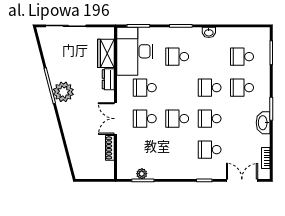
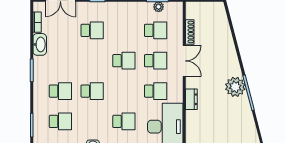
wardrobe: (106, 53) -> (194, 125), removed
school desk: (210, 119) -> (156, 30), moved
washbasin: (263, 123) -> (40, 44), moved

